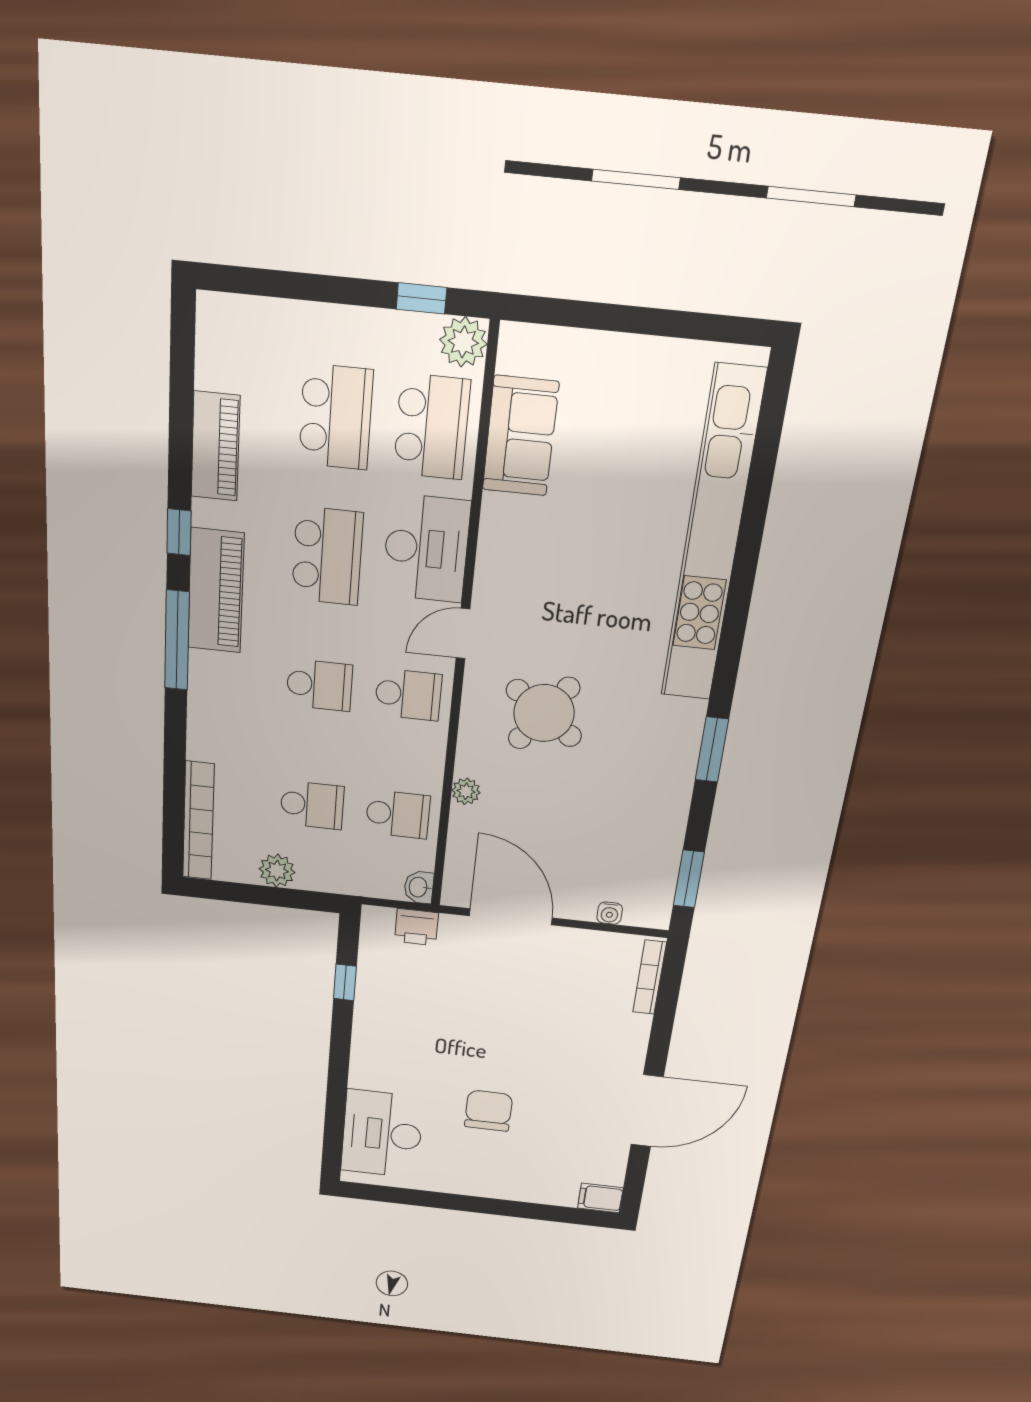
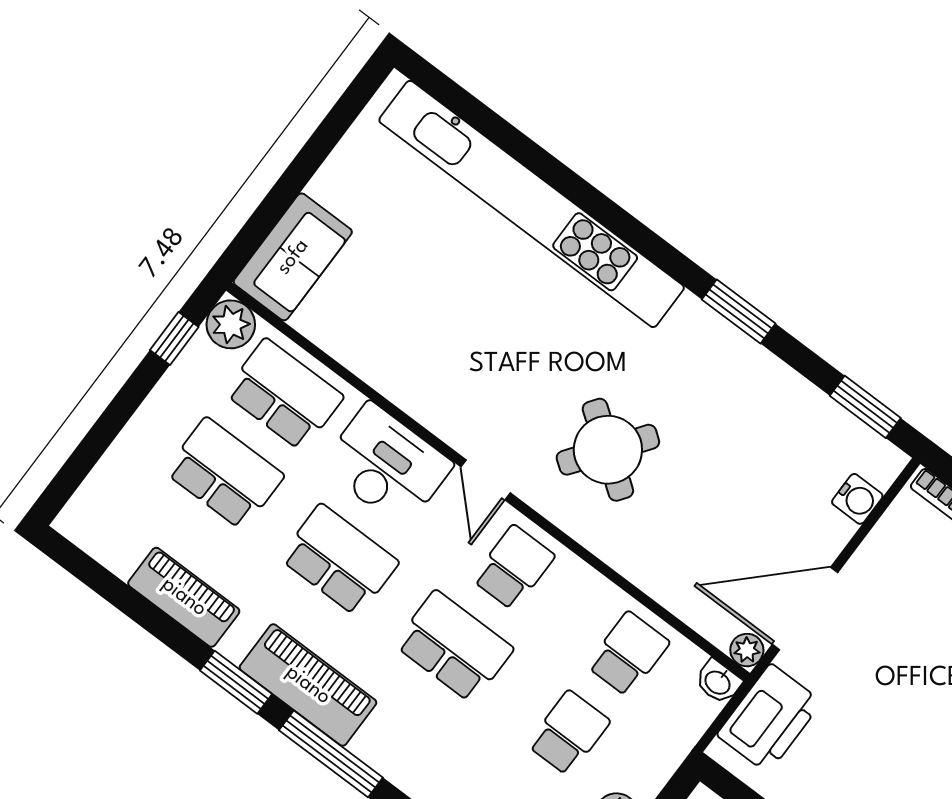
sofa: (520, 436) -> (293, 257), moved, turned 90
window: (179, 532) -> (236, 682), width x1.50
school desk: (319, 685) -> (454, 647), width x1.85
plant: (466, 791) -> (747, 650), moved
water cooler: (610, 913) -> (857, 499), width x1.38, depth x1.38
printer: (416, 927) -> (769, 718), width x1.87, depth x1.48

